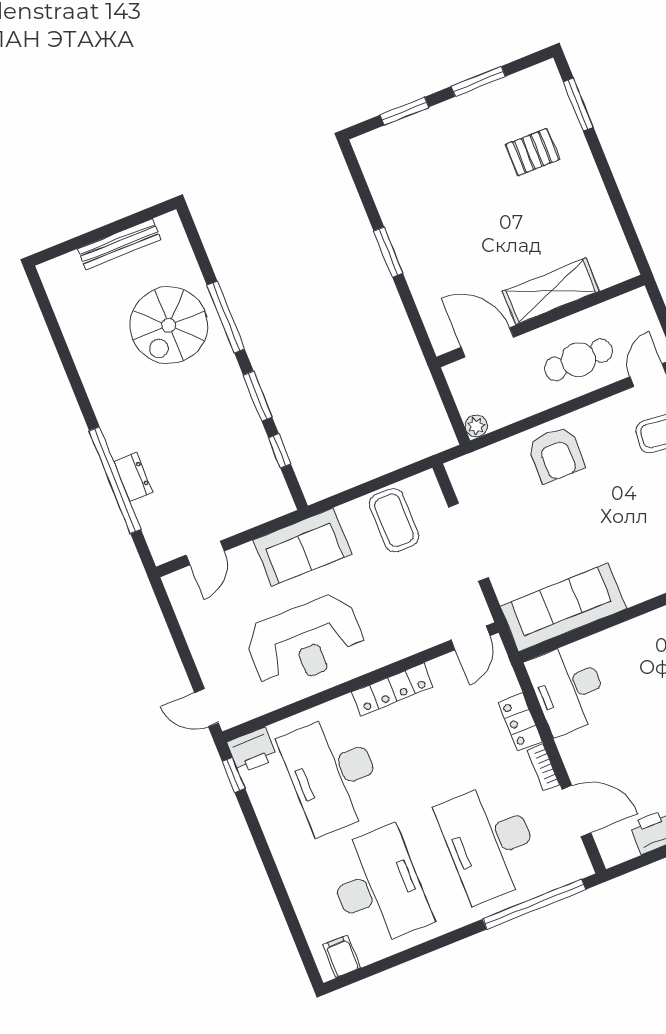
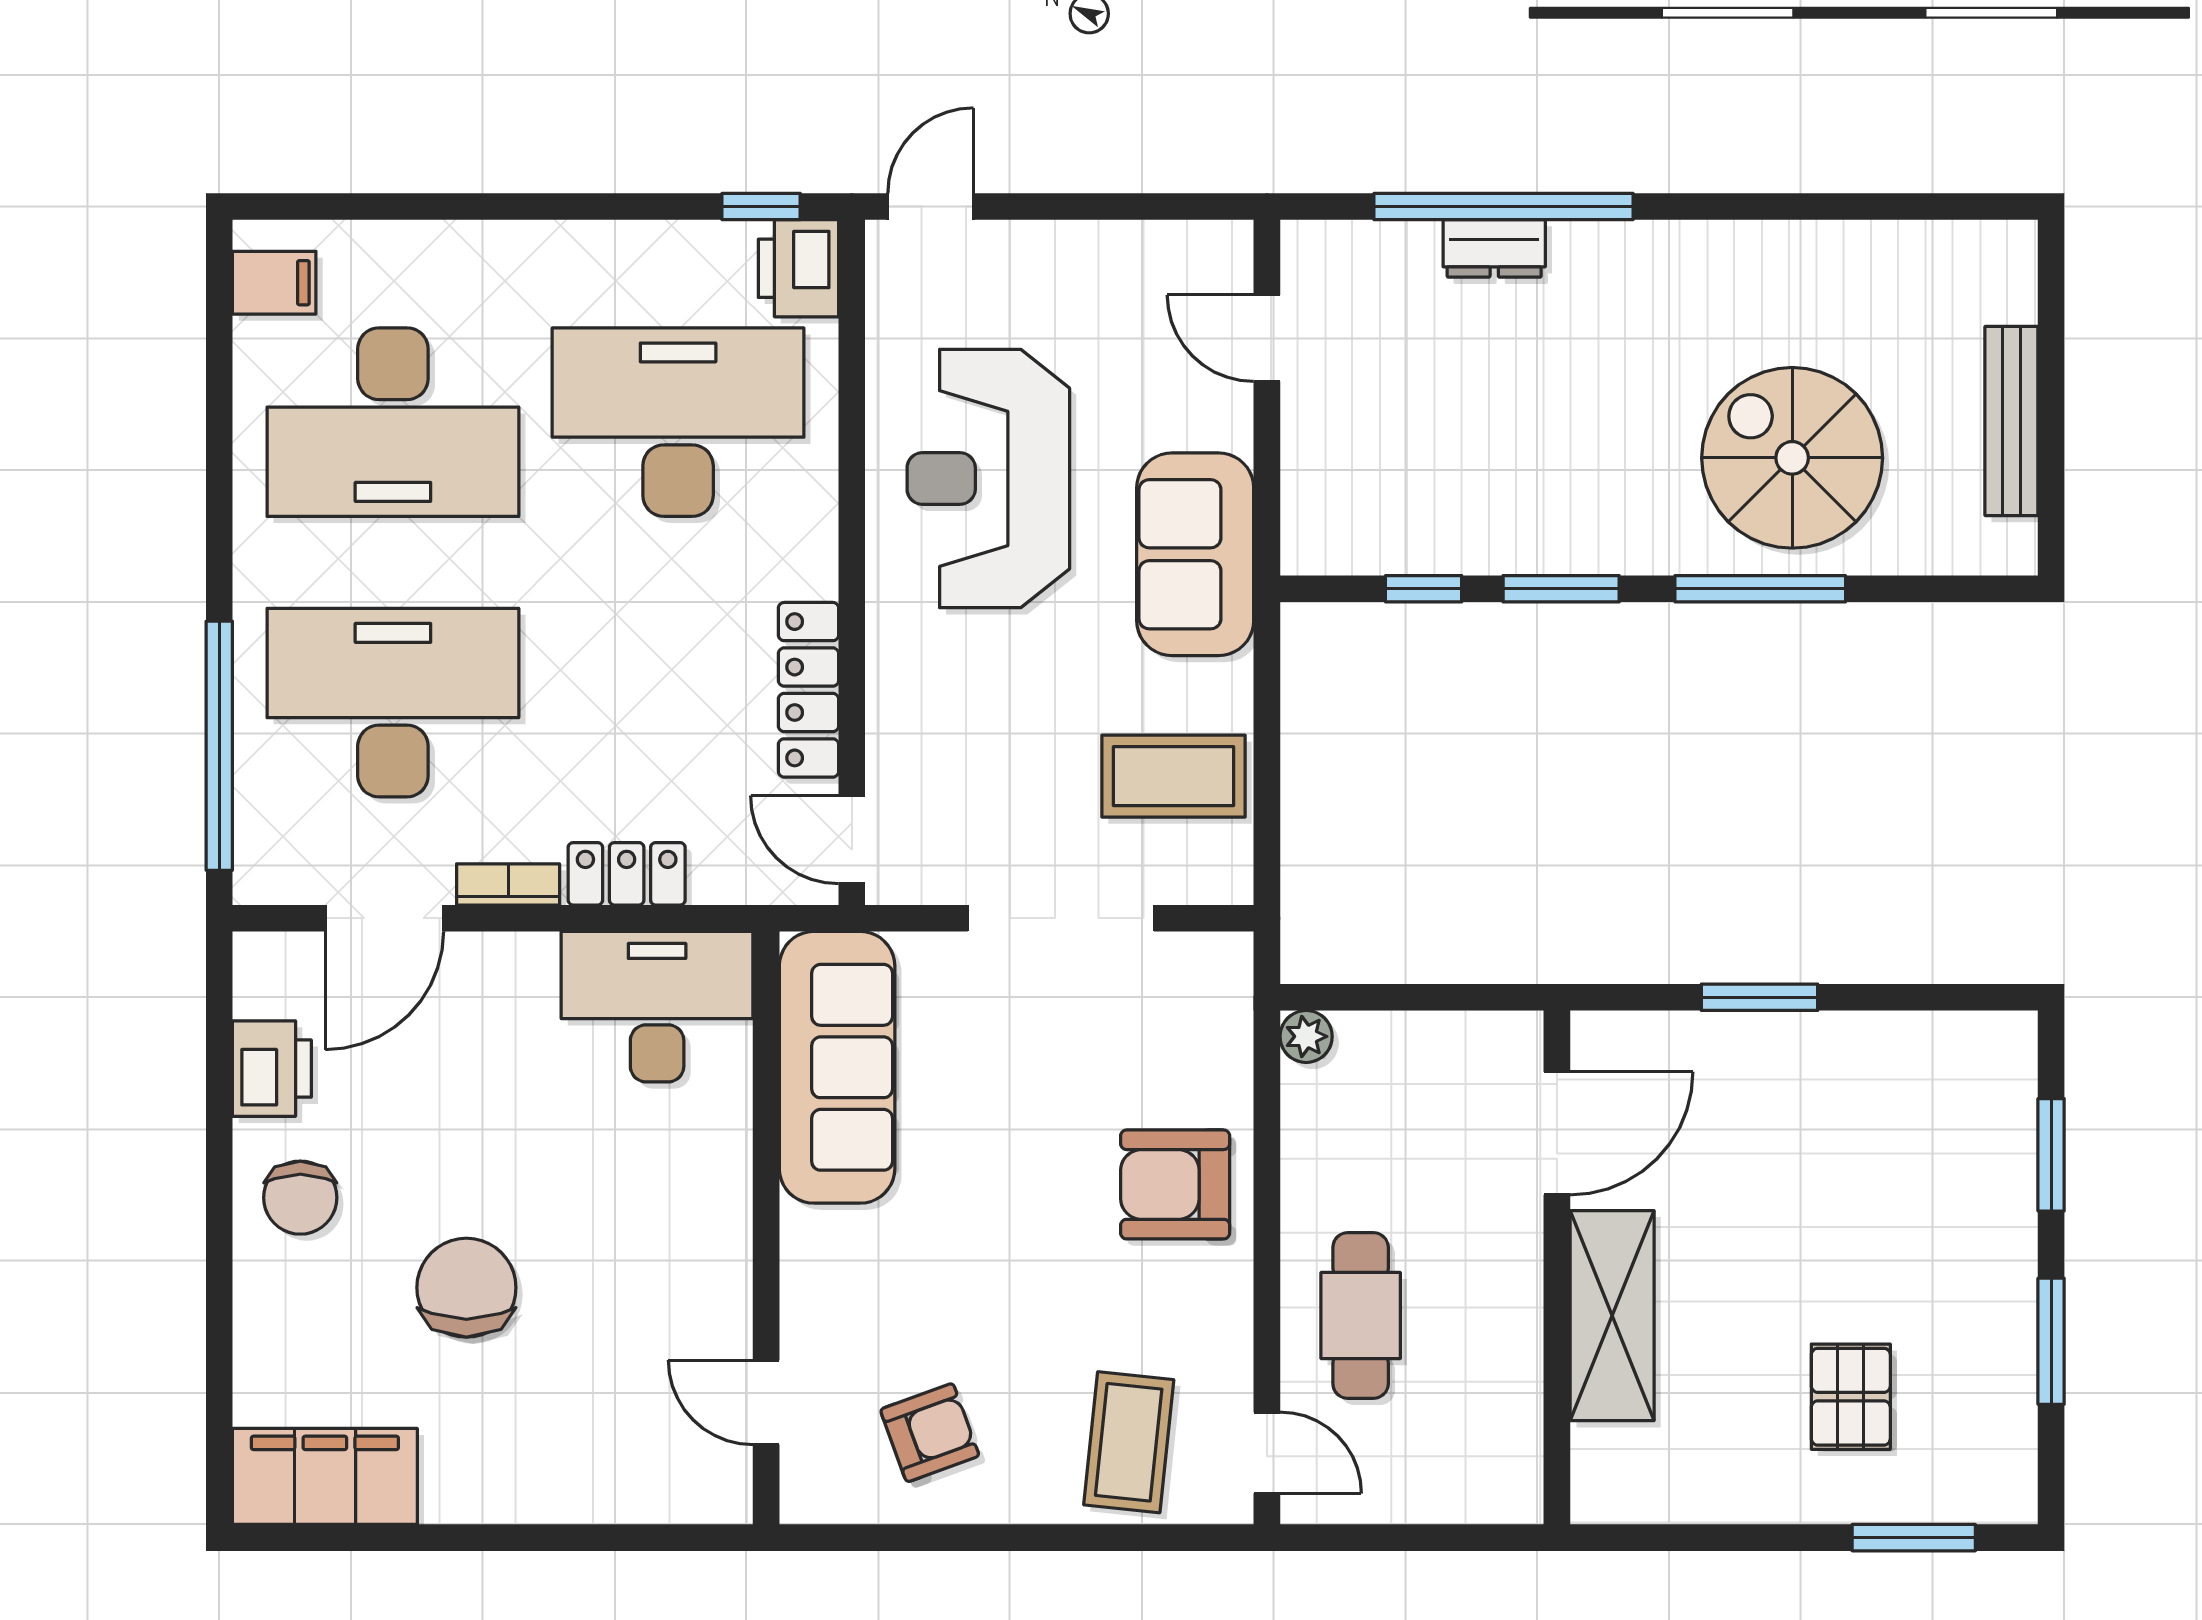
shelving: (551, 291) -> (1612, 1316), moved
wall: (541, 321) -> (1557, 1267), moved
door: (487, 342) -> (1557, 1133), moved
locker: (392, 689) -> (809, 690), moved

